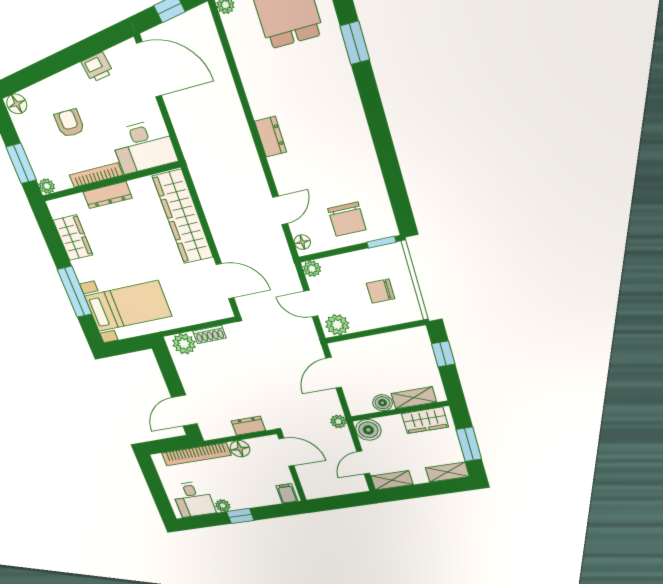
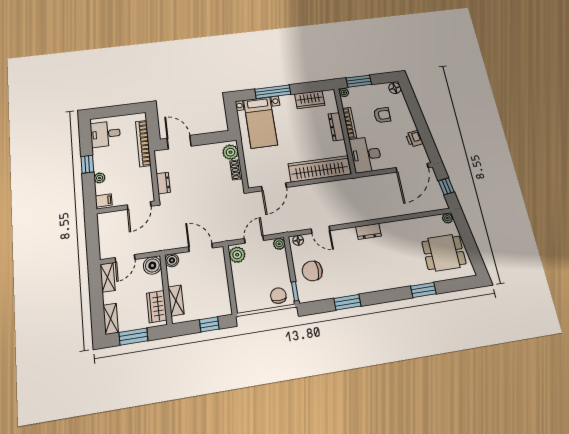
window: (389, 164) -> (347, 302), added
chair: (381, 291) -> (278, 296), moved
boiler: (382, 403) -> (172, 260), moved
plant: (338, 421) -> (161, 245), removed
floor lamp: (240, 449) -> (145, 174), removed
door: (363, 463) -> (125, 259), swing flipped
plant: (223, 506) -> (100, 178), moved

